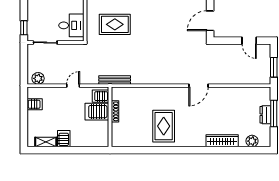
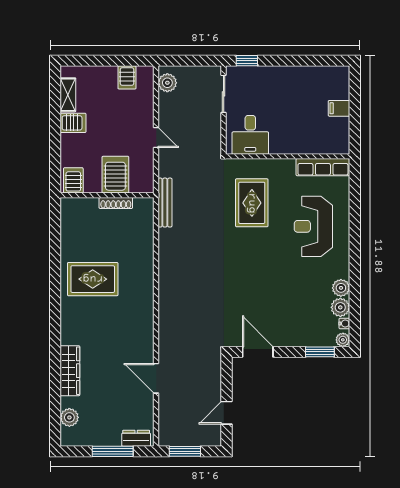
door: (198, 86) -> (156, 378), moved
server rack: (100, 96) -> (73, 180), moved
dresser: (265, 115) -> (136, 438), moved

